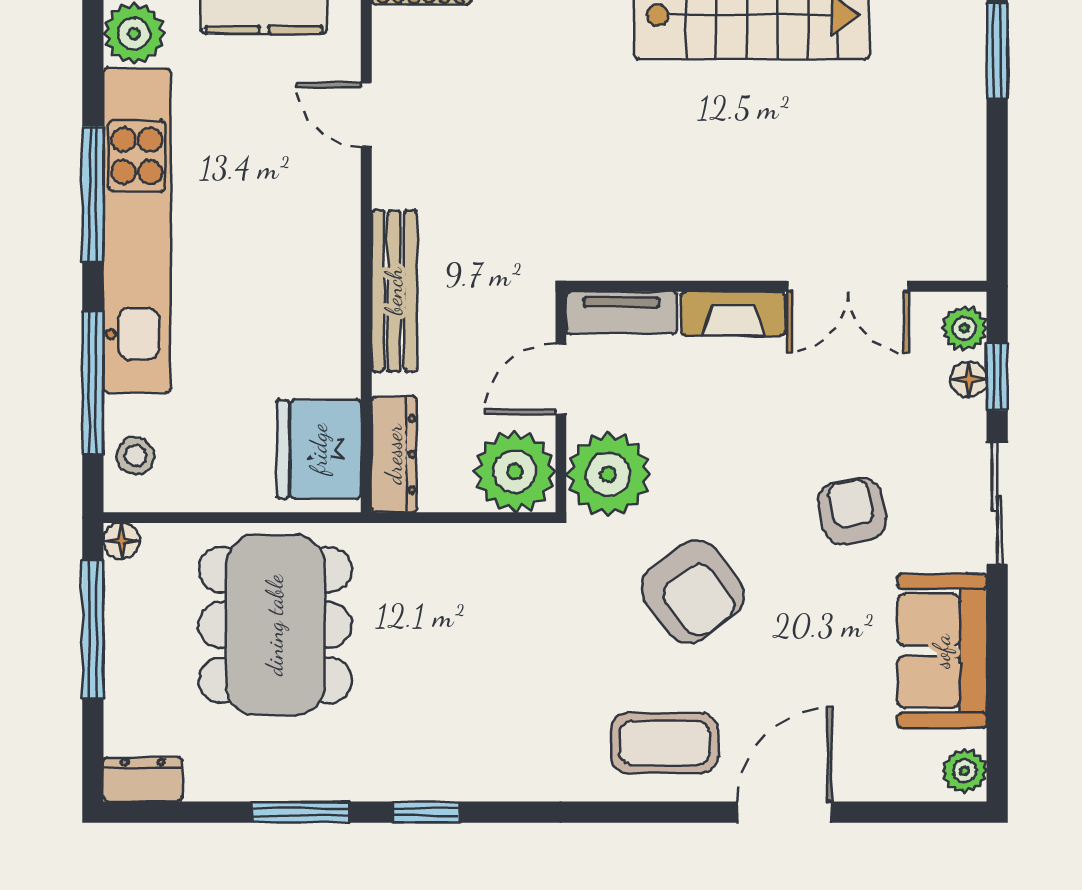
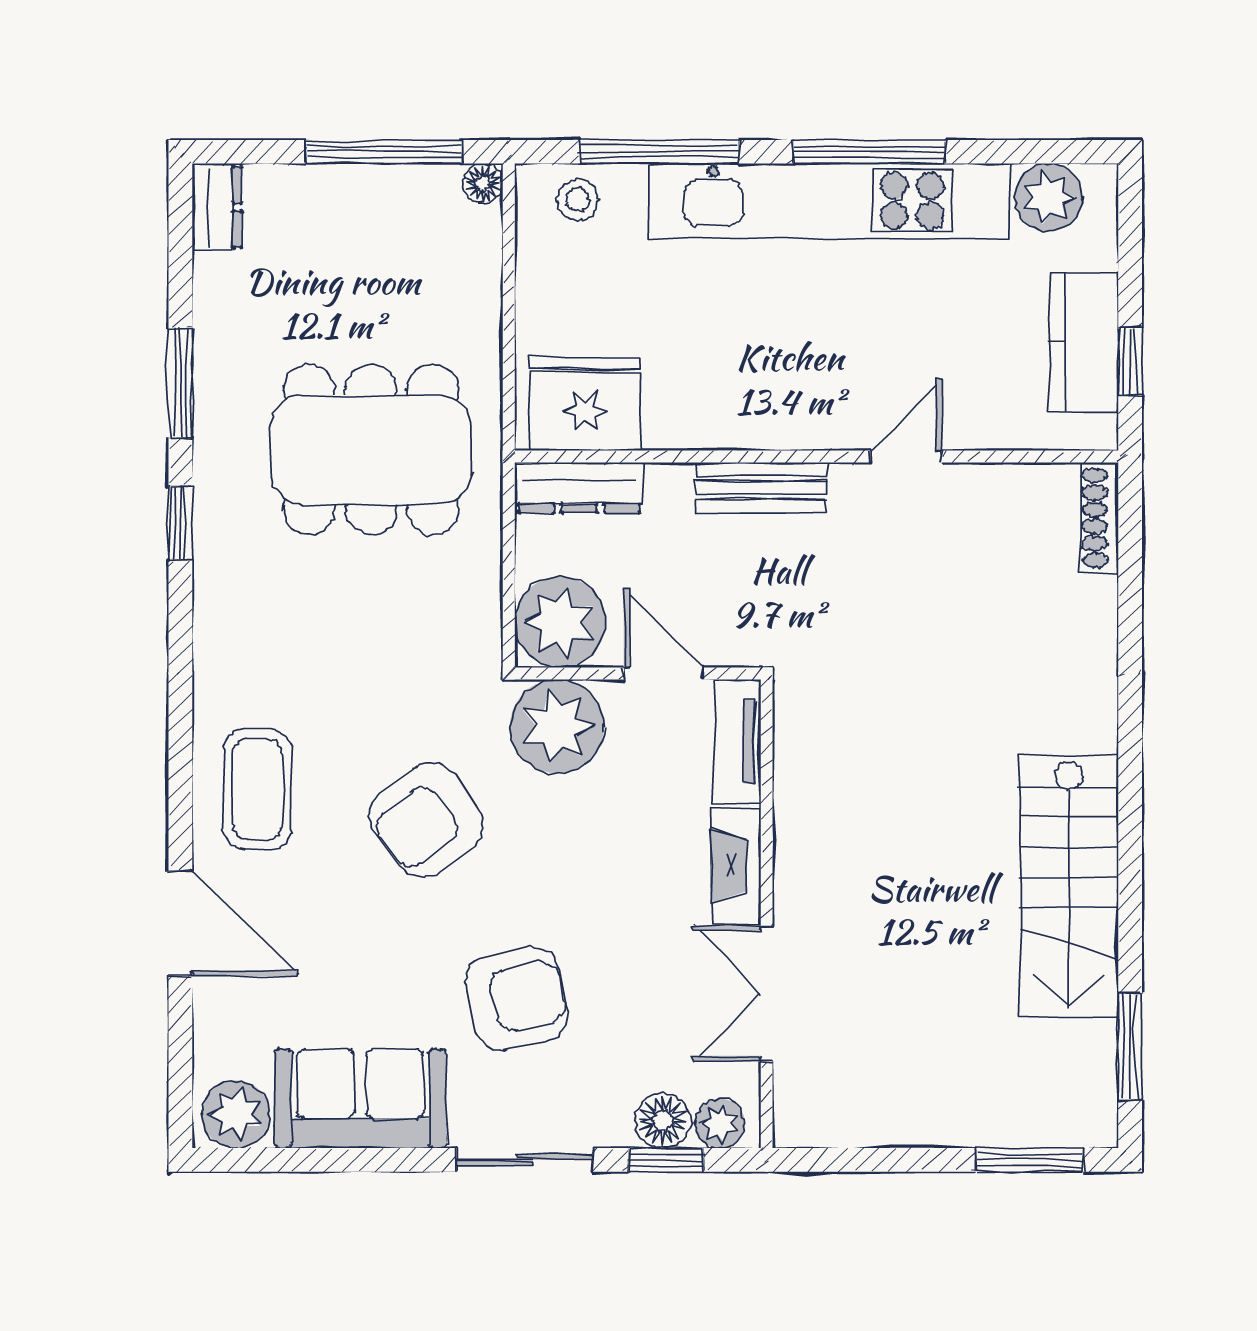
door: (366, 115) -> (906, 457), moved
bench: (394, 291) -> (761, 488), width x0.73
floor lamp: (969, 379) -> (663, 1121), width x1.37, depth x1.37
armchair: (852, 511) -> (516, 998), width x1.38, depth x1.38
dining table: (275, 625) -> (371, 450), moved
plant: (965, 771) -> (236, 1114), width x1.38, depth x1.38

